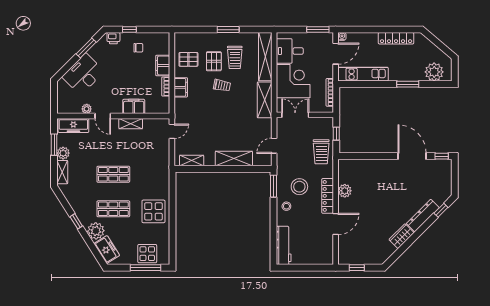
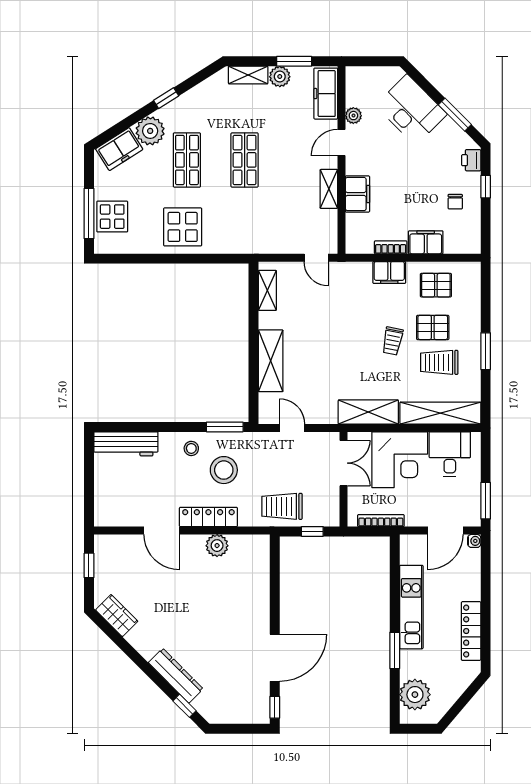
door: (336, 54) -> (445, 530), hinge flipped
pallet: (188, 59) -> (436, 285), turned 90
kitchen unit: (363, 74) -> (411, 607), moved
wardrobe: (402, 236) -> (117, 616), moved

